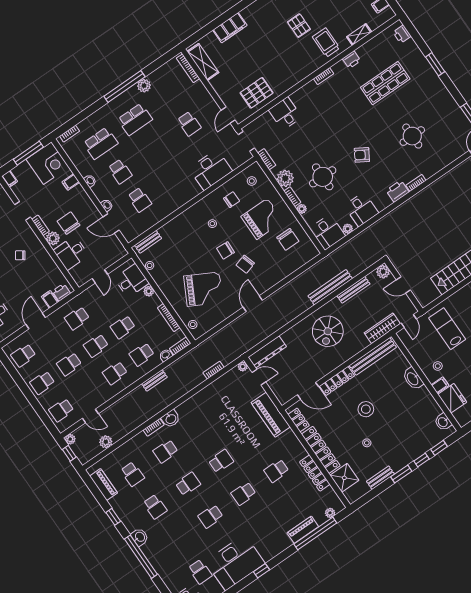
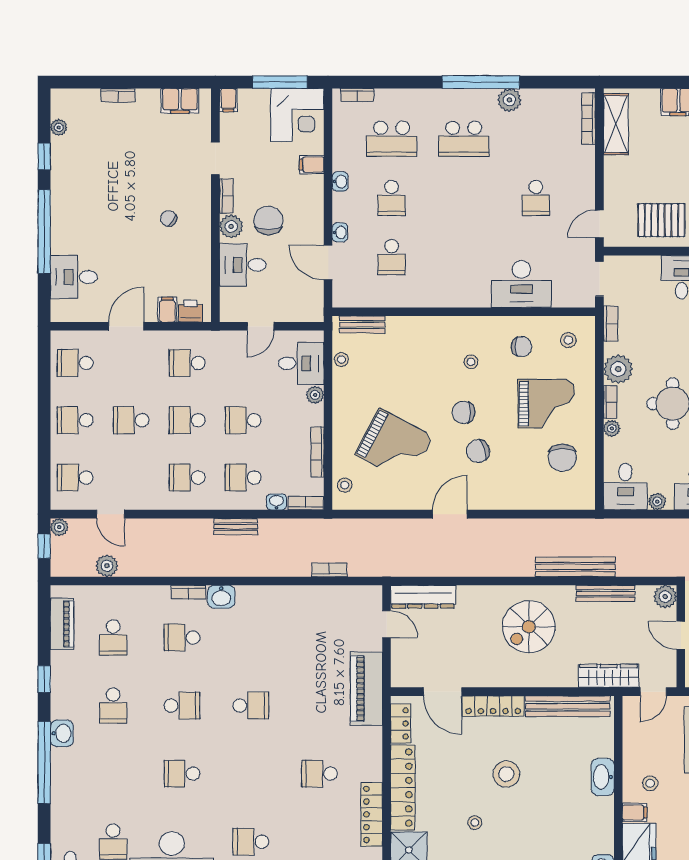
plant: (243, 367) -> (374, 593), removed
school desk: (243, 494) -> (251, 842), moved

